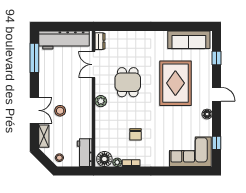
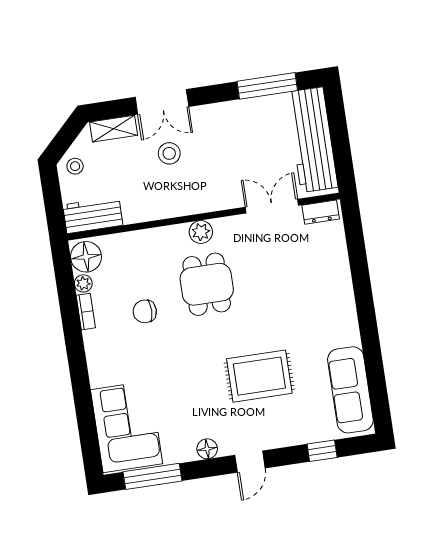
dining table: (128, 82) -> (207, 284), moved, turned 90
rug: (175, 83) -> (259, 376), width x0.73, depth x0.69
window: (217, 143) -> (152, 476), width x2.17

